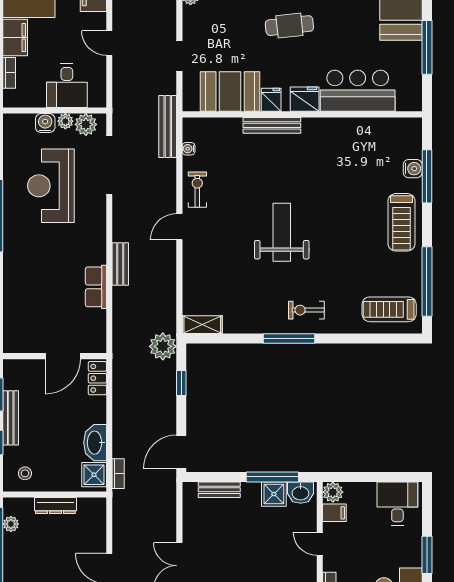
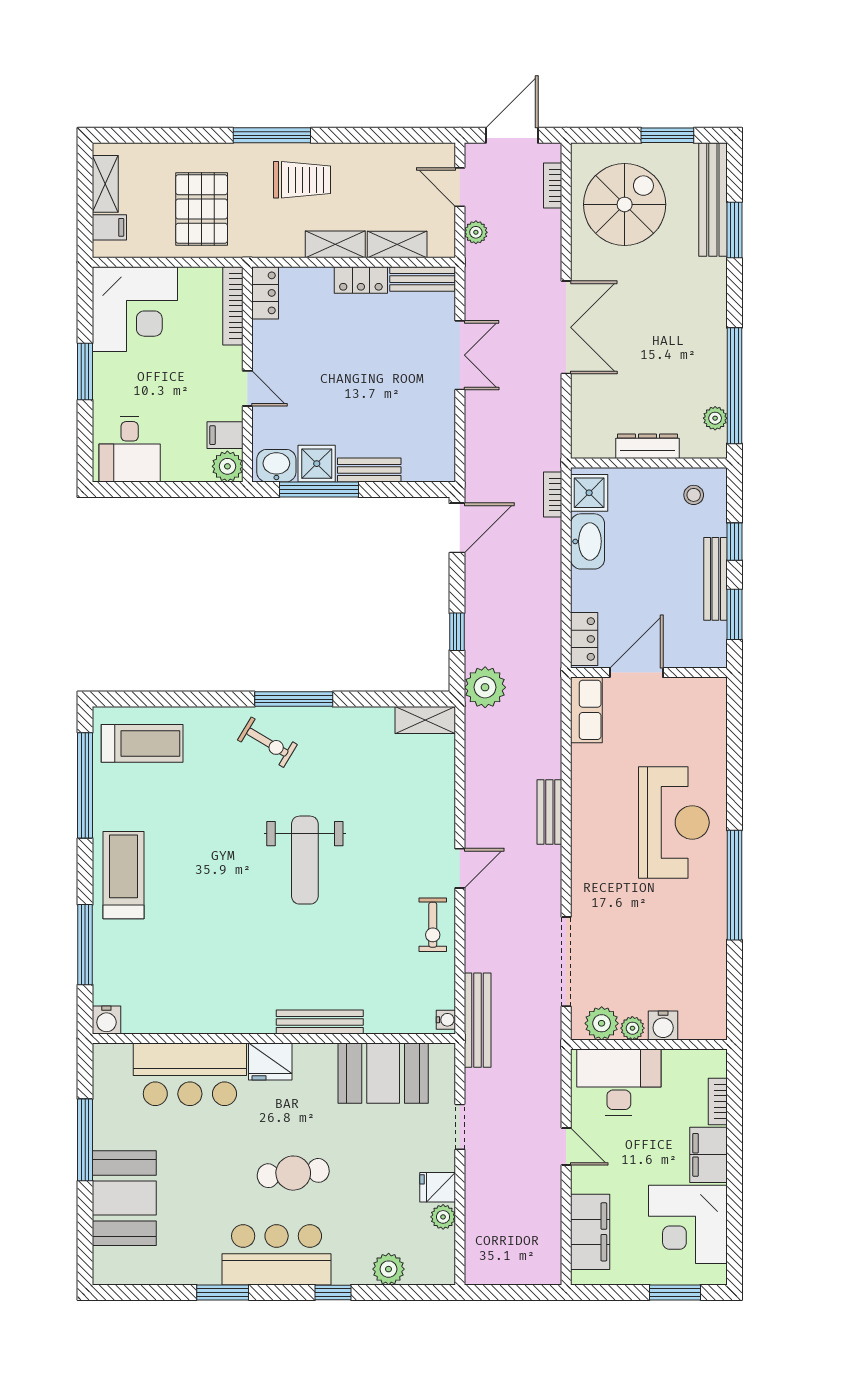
desk: (67, 86) -> (619, 1082), width x1.37
fridge: (271, 100) -> (438, 1187), moved, turned 90
water cooler: (189, 149) -> (446, 1020), moved
water cooler: (413, 169) -> (106, 1020), moved, turned -90
reception desk: (51, 186) -> (674, 822), moved
row of seats: (96, 287) -> (586, 710), moved
exercise bike: (306, 310) -> (267, 742), turned 31
bench: (219, 490) -> (369, 470), moved

